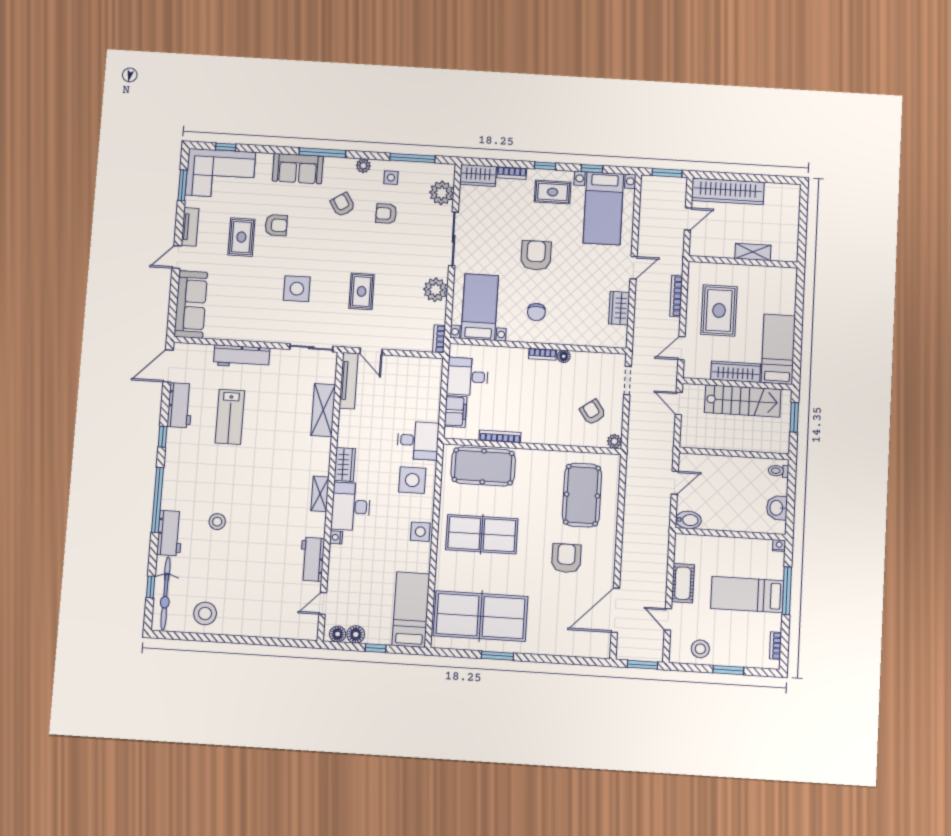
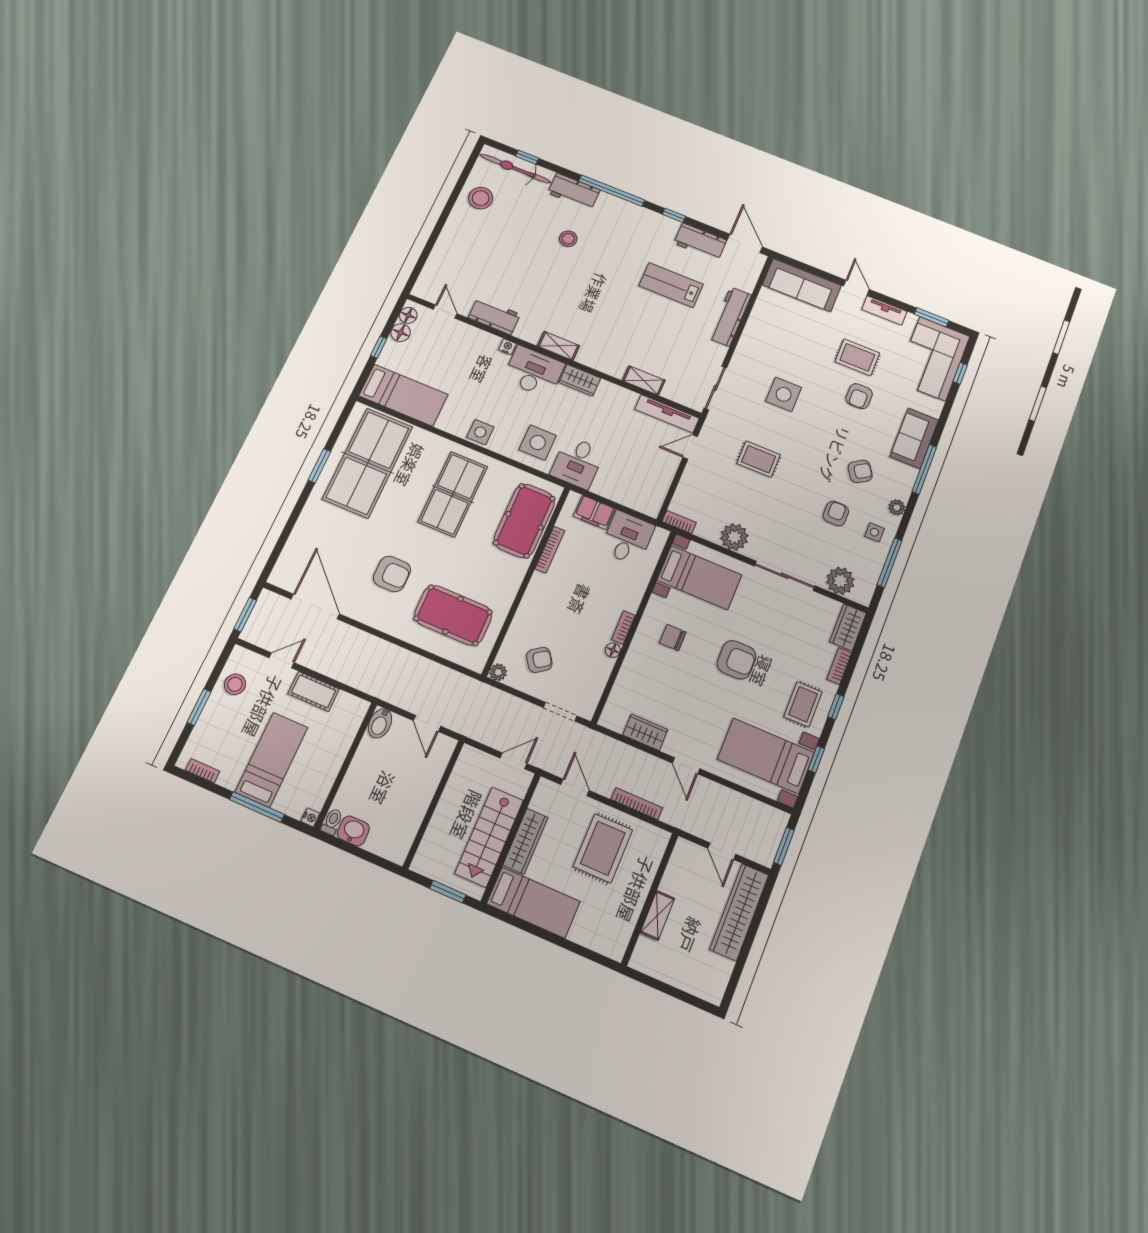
rug: (719, 310) -> (603, 848), turned 90
shelving: (323, 410) -> (644, 380), width x0.67, depth x0.75
toilet: (778, 471) -> (332, 822), moved

